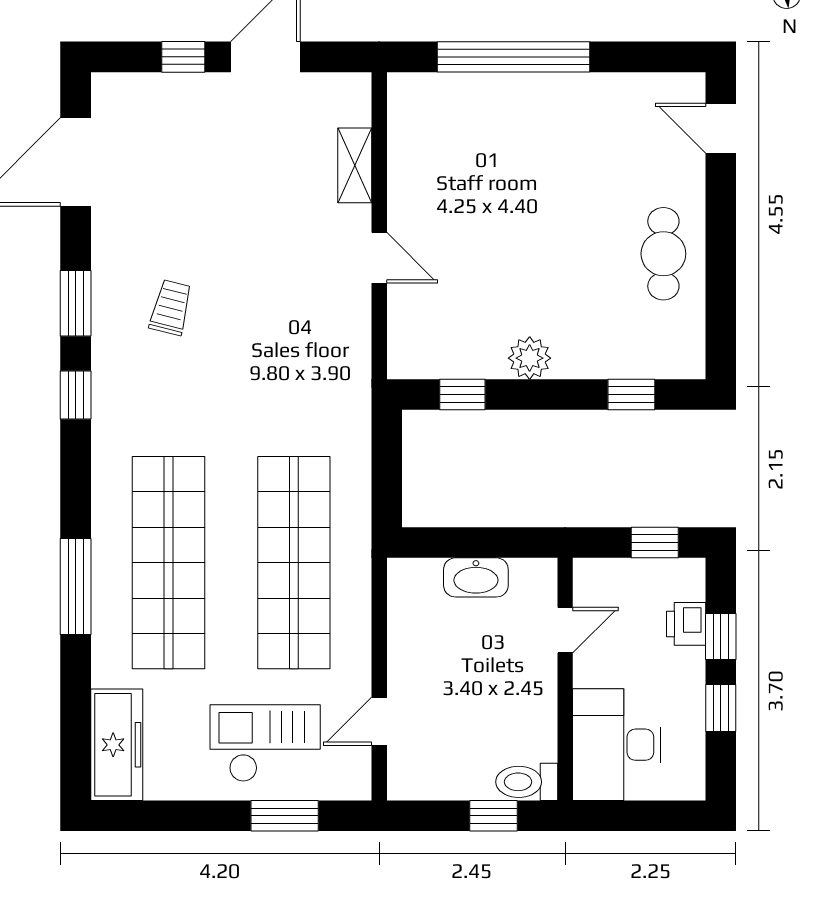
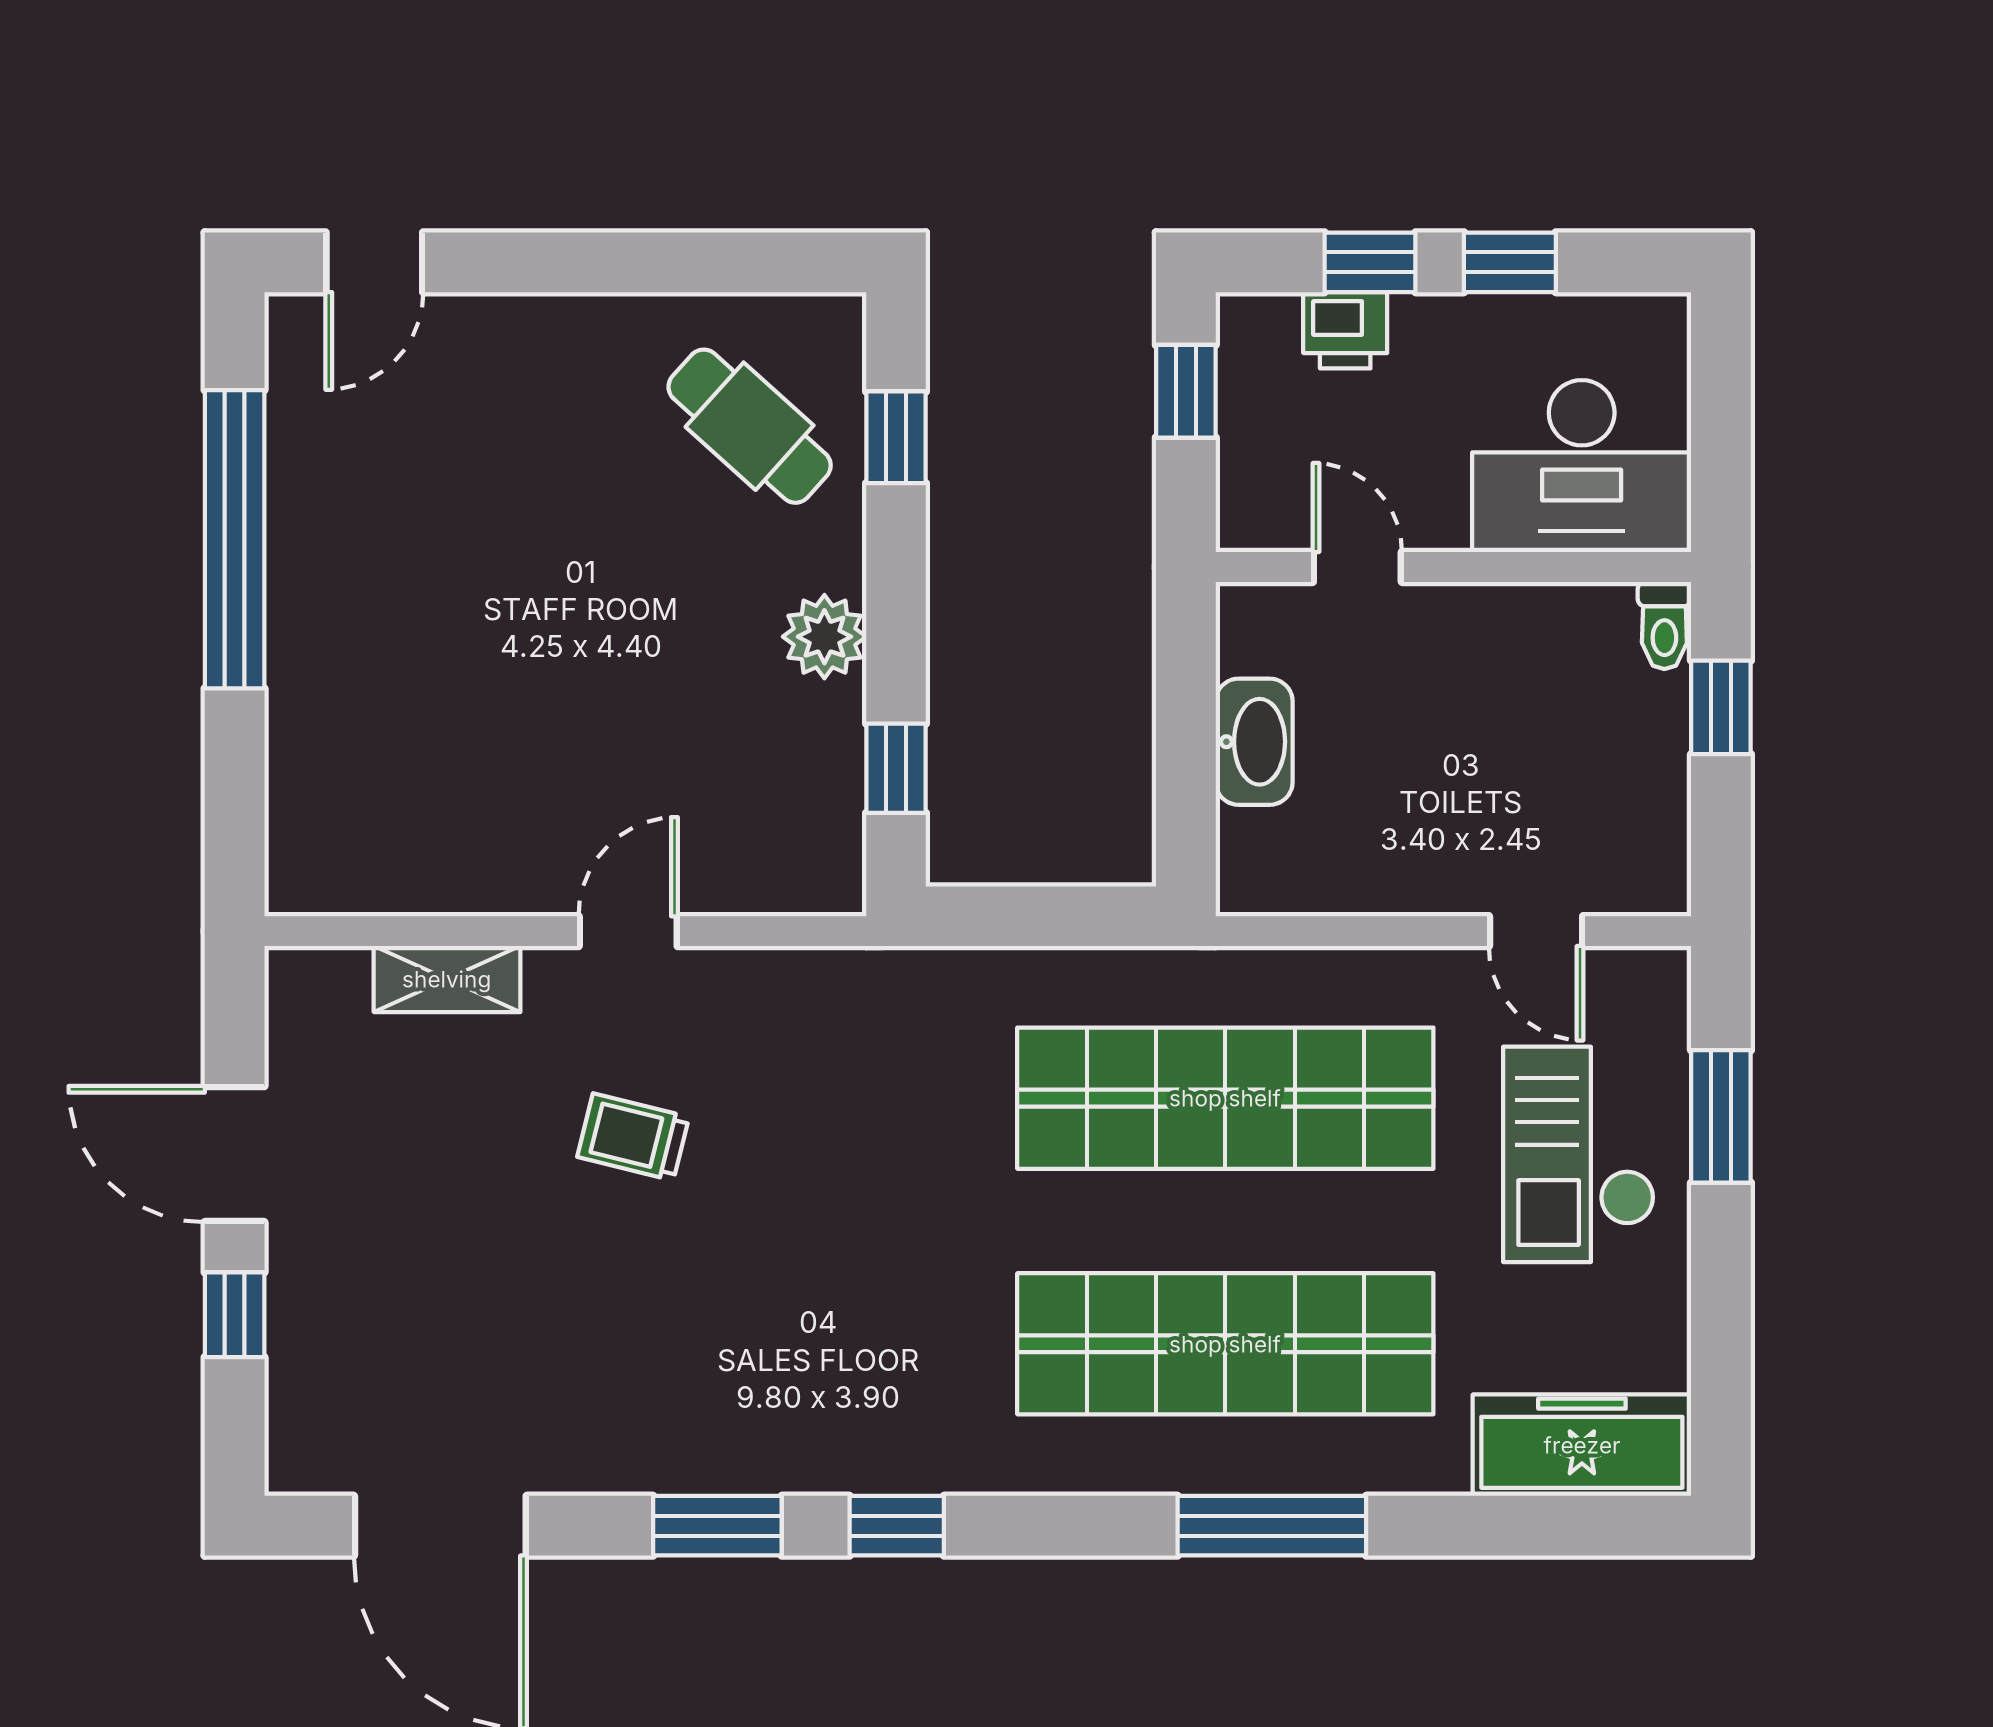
window: (513, 57) -> (235, 539), moved
cafe table: (663, 254) -> (750, 426), moved, turned 42
trolley: (171, 308) -> (633, 1137), moved
toilet: (527, 782) -> (1664, 625), width x0.73, depth x0.72

